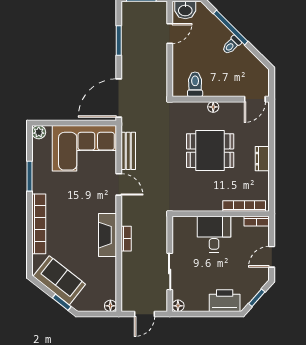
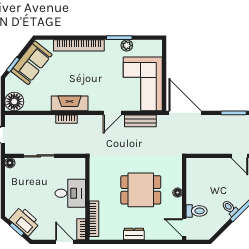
toilet: (195, 84) -> (197, 211), moved
plant: (39, 132) -> (127, 45), moved
dining table: (210, 151) -> (141, 190), turned 90
door: (272, 257) -> (64, 242), moved
printer: (225, 301) -> (25, 221), moved, turned -49
floor lamp: (110, 306) -> (14, 102), width x1.89, depth x1.89

